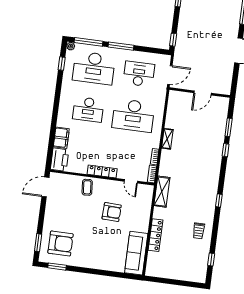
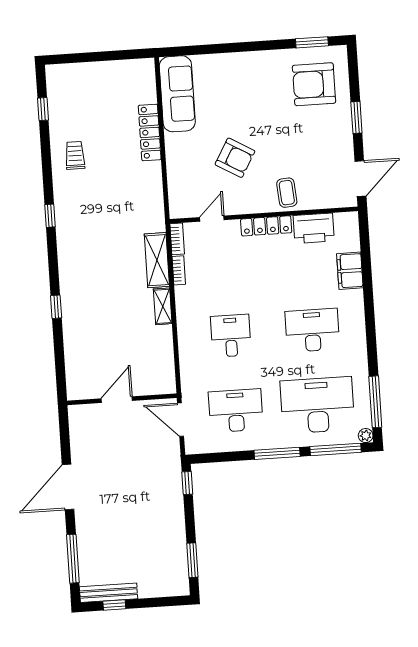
window: (62, 64) -> (375, 402), width x2.17
desk: (139, 74) -> (236, 411), turned 180
door: (170, 75) -> (181, 420), hinge flipped
desk: (133, 115) -> (231, 336), width x0.53, depth x0.77
window: (229, 127) -> (59, 348), removed
printer: (60, 160) -> (314, 228), moved, turned -90
door: (131, 181) -> (212, 219), hinge flipped
shelving: (162, 192) -> (157, 260), moved
armchair: (112, 212) -> (235, 158), turned -152
window: (38, 243) -> (356, 117), moved

